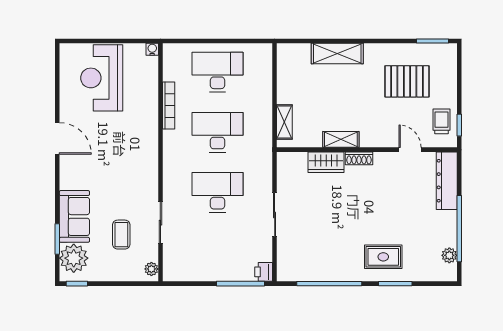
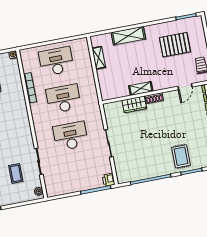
shelving: (284, 122) -> (99, 58), moved
door: (410, 150) -> (185, 87), swing flipped
rug: (383, 257) -> (181, 156), turned 90

